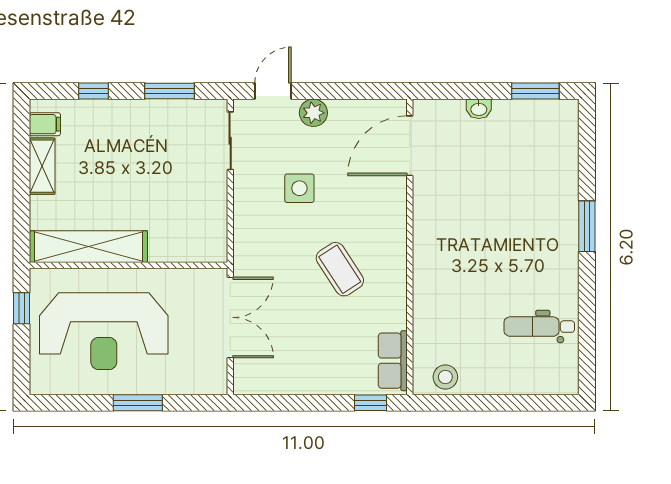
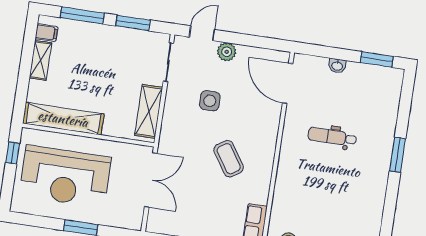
window: (93, 91) -> (82, 15), width x2.17
door: (410, 146) -> (288, 83), hinge flipped
shelving: (212, 217) -> (149, 111), added
dental chair: (539, 327) -> (332, 137), moved

